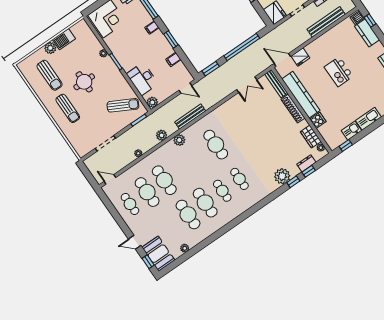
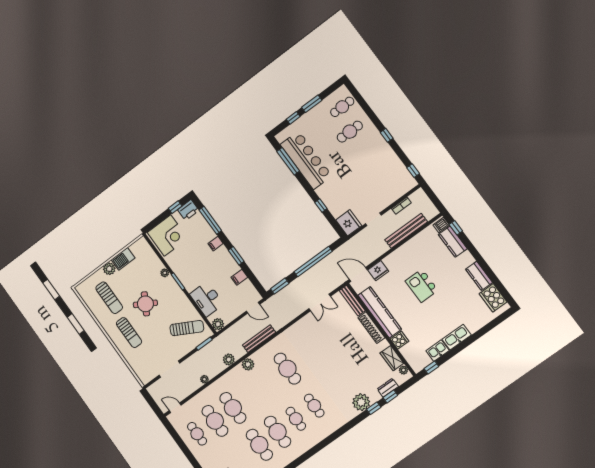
round table: (84, 82) -> (145, 304), turned 30

